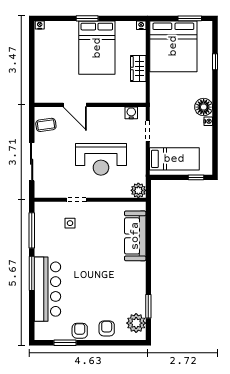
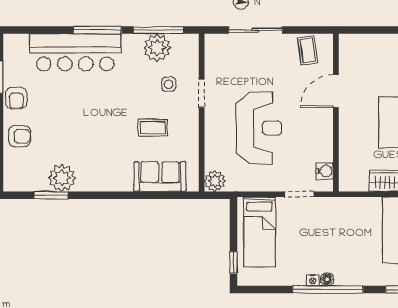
floor lamp: (204, 107) -> (327, 279), width x0.53, depth x0.53
window: (215, 111) -> (328, 290), added
reception desk: (101, 159) -> (259, 128), turned 180
plant: (44, 231) -> (157, 48), added
coffee table: (101, 234) -> (153, 128), added
sofa: (135, 236) -> (160, 177), width x0.73
plant: (136, 323) -> (62, 178), moved
armchair: (80, 331) -> (16, 98), turned 90

